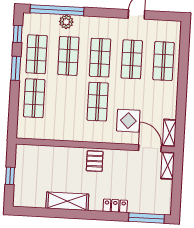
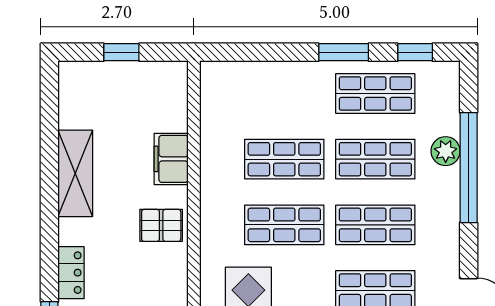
window: (57, 10) -> (469, 168), moved
shop shelf: (34, 98) -> (284, 159), moved
filing cabinet: (63, 155) -> (171, 159), added

